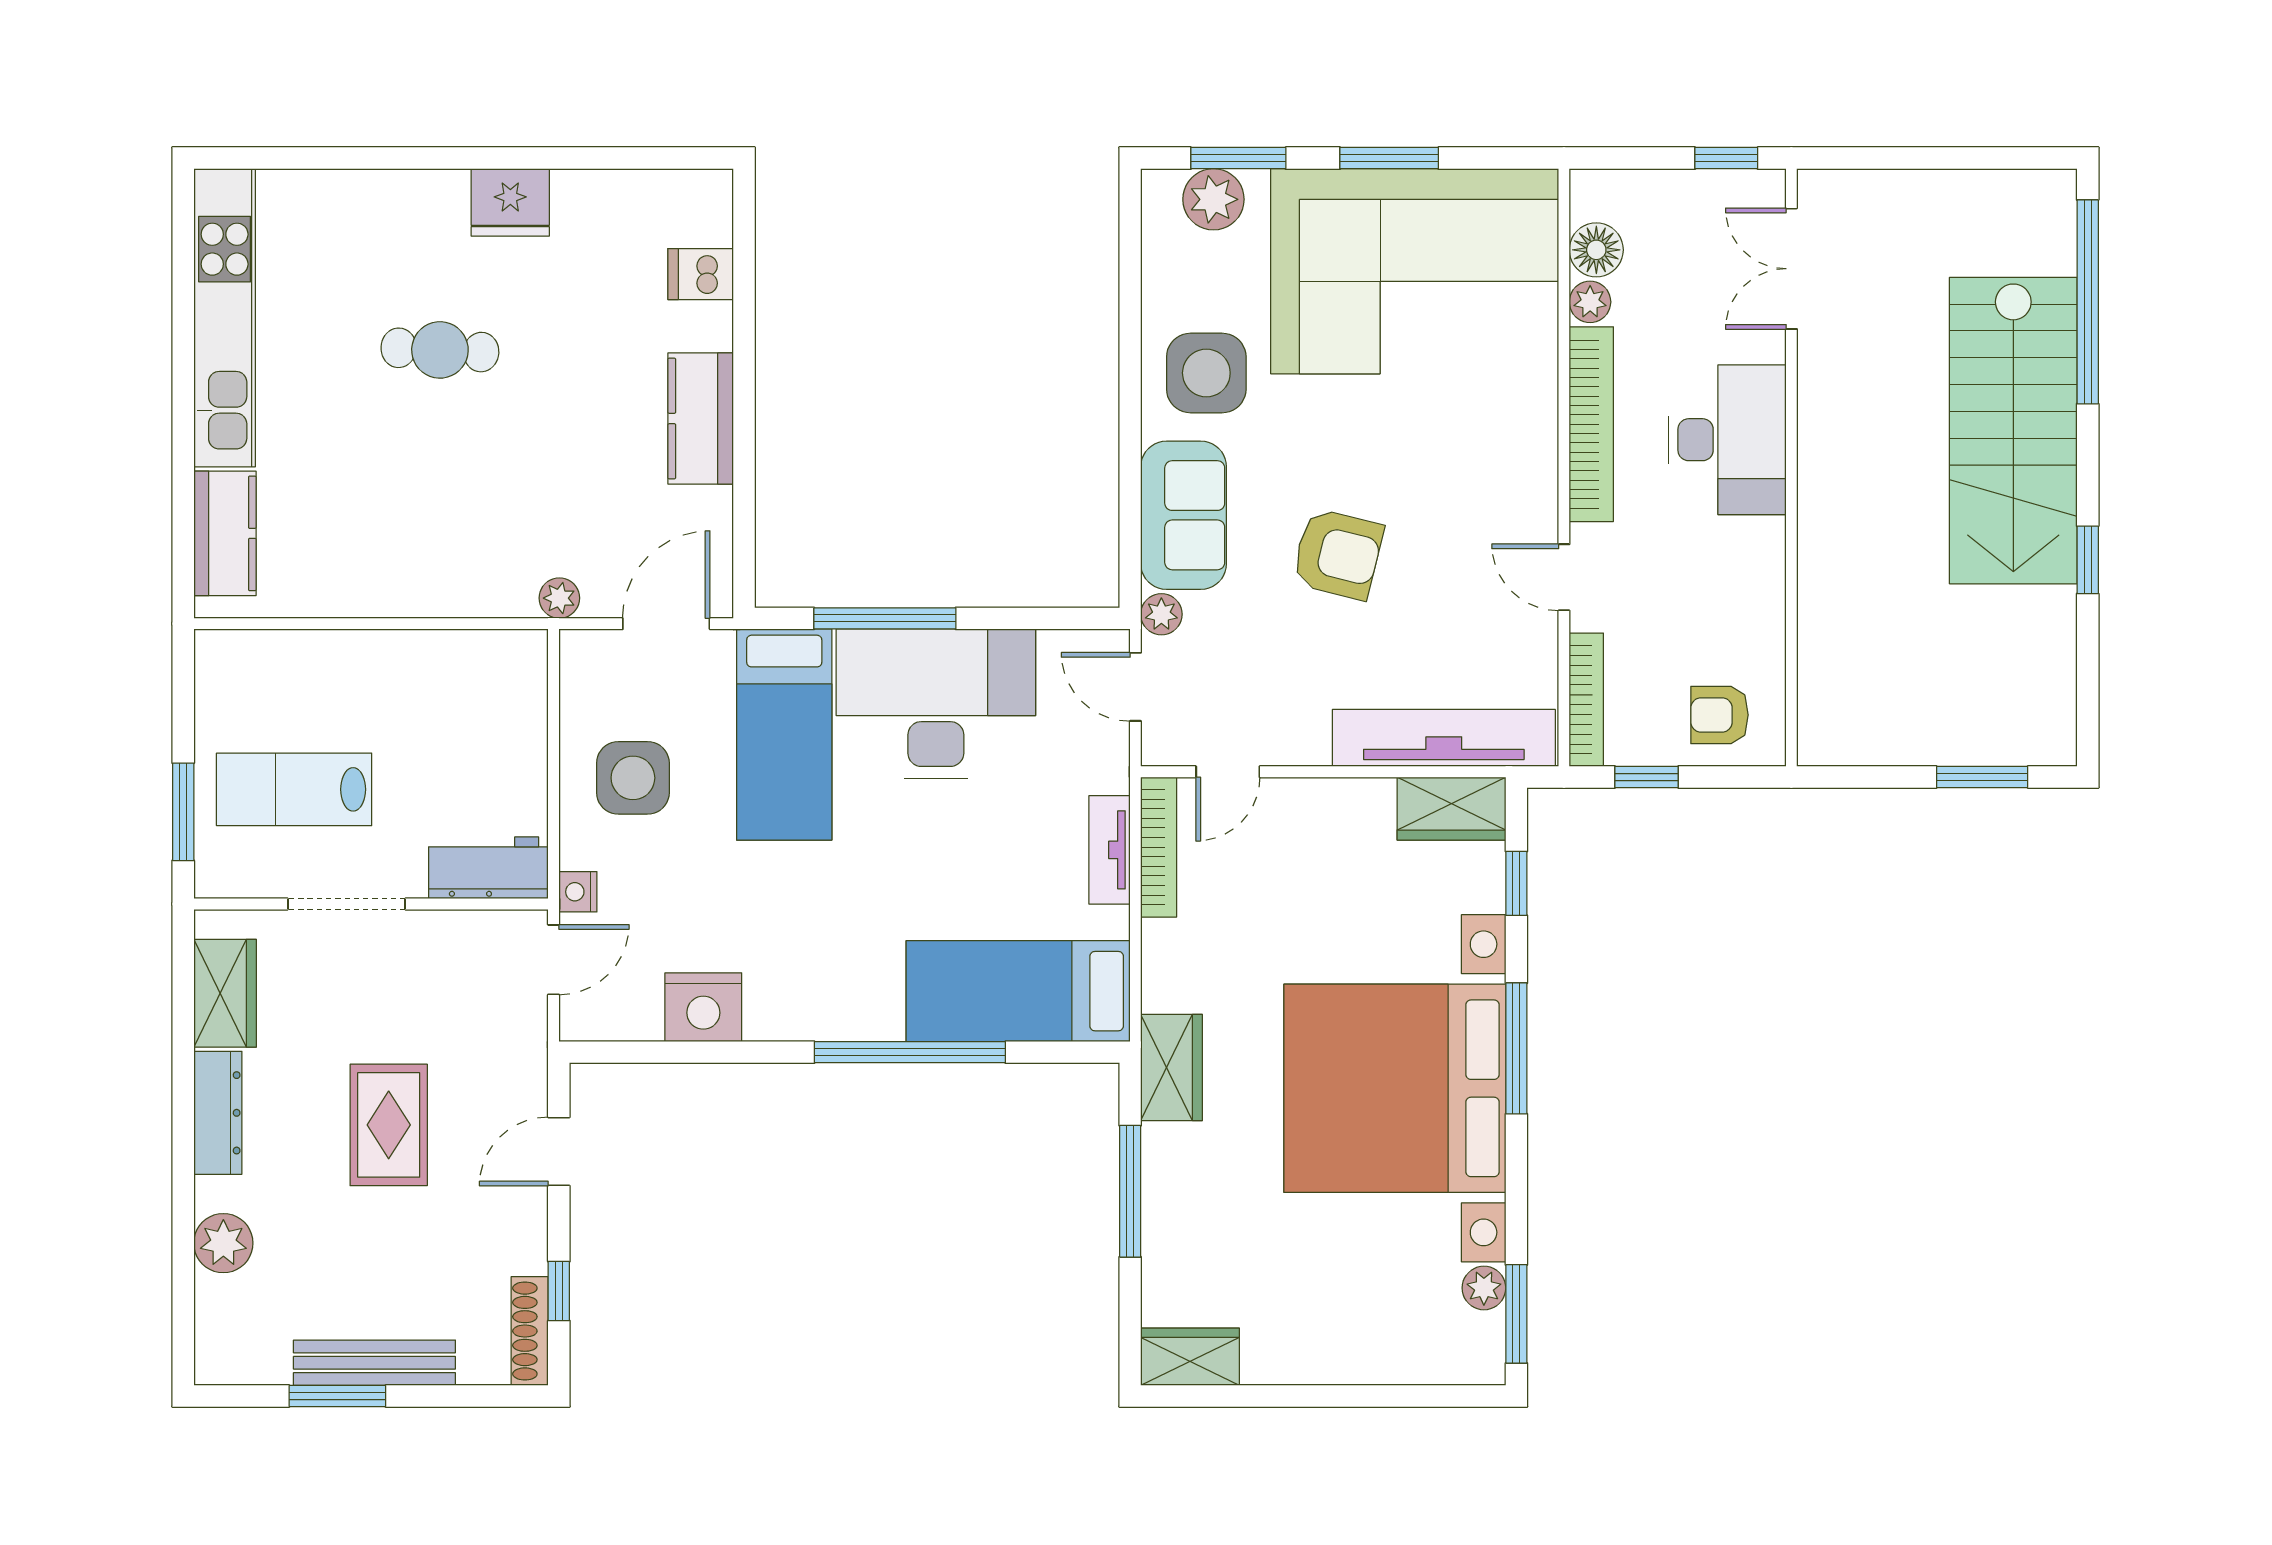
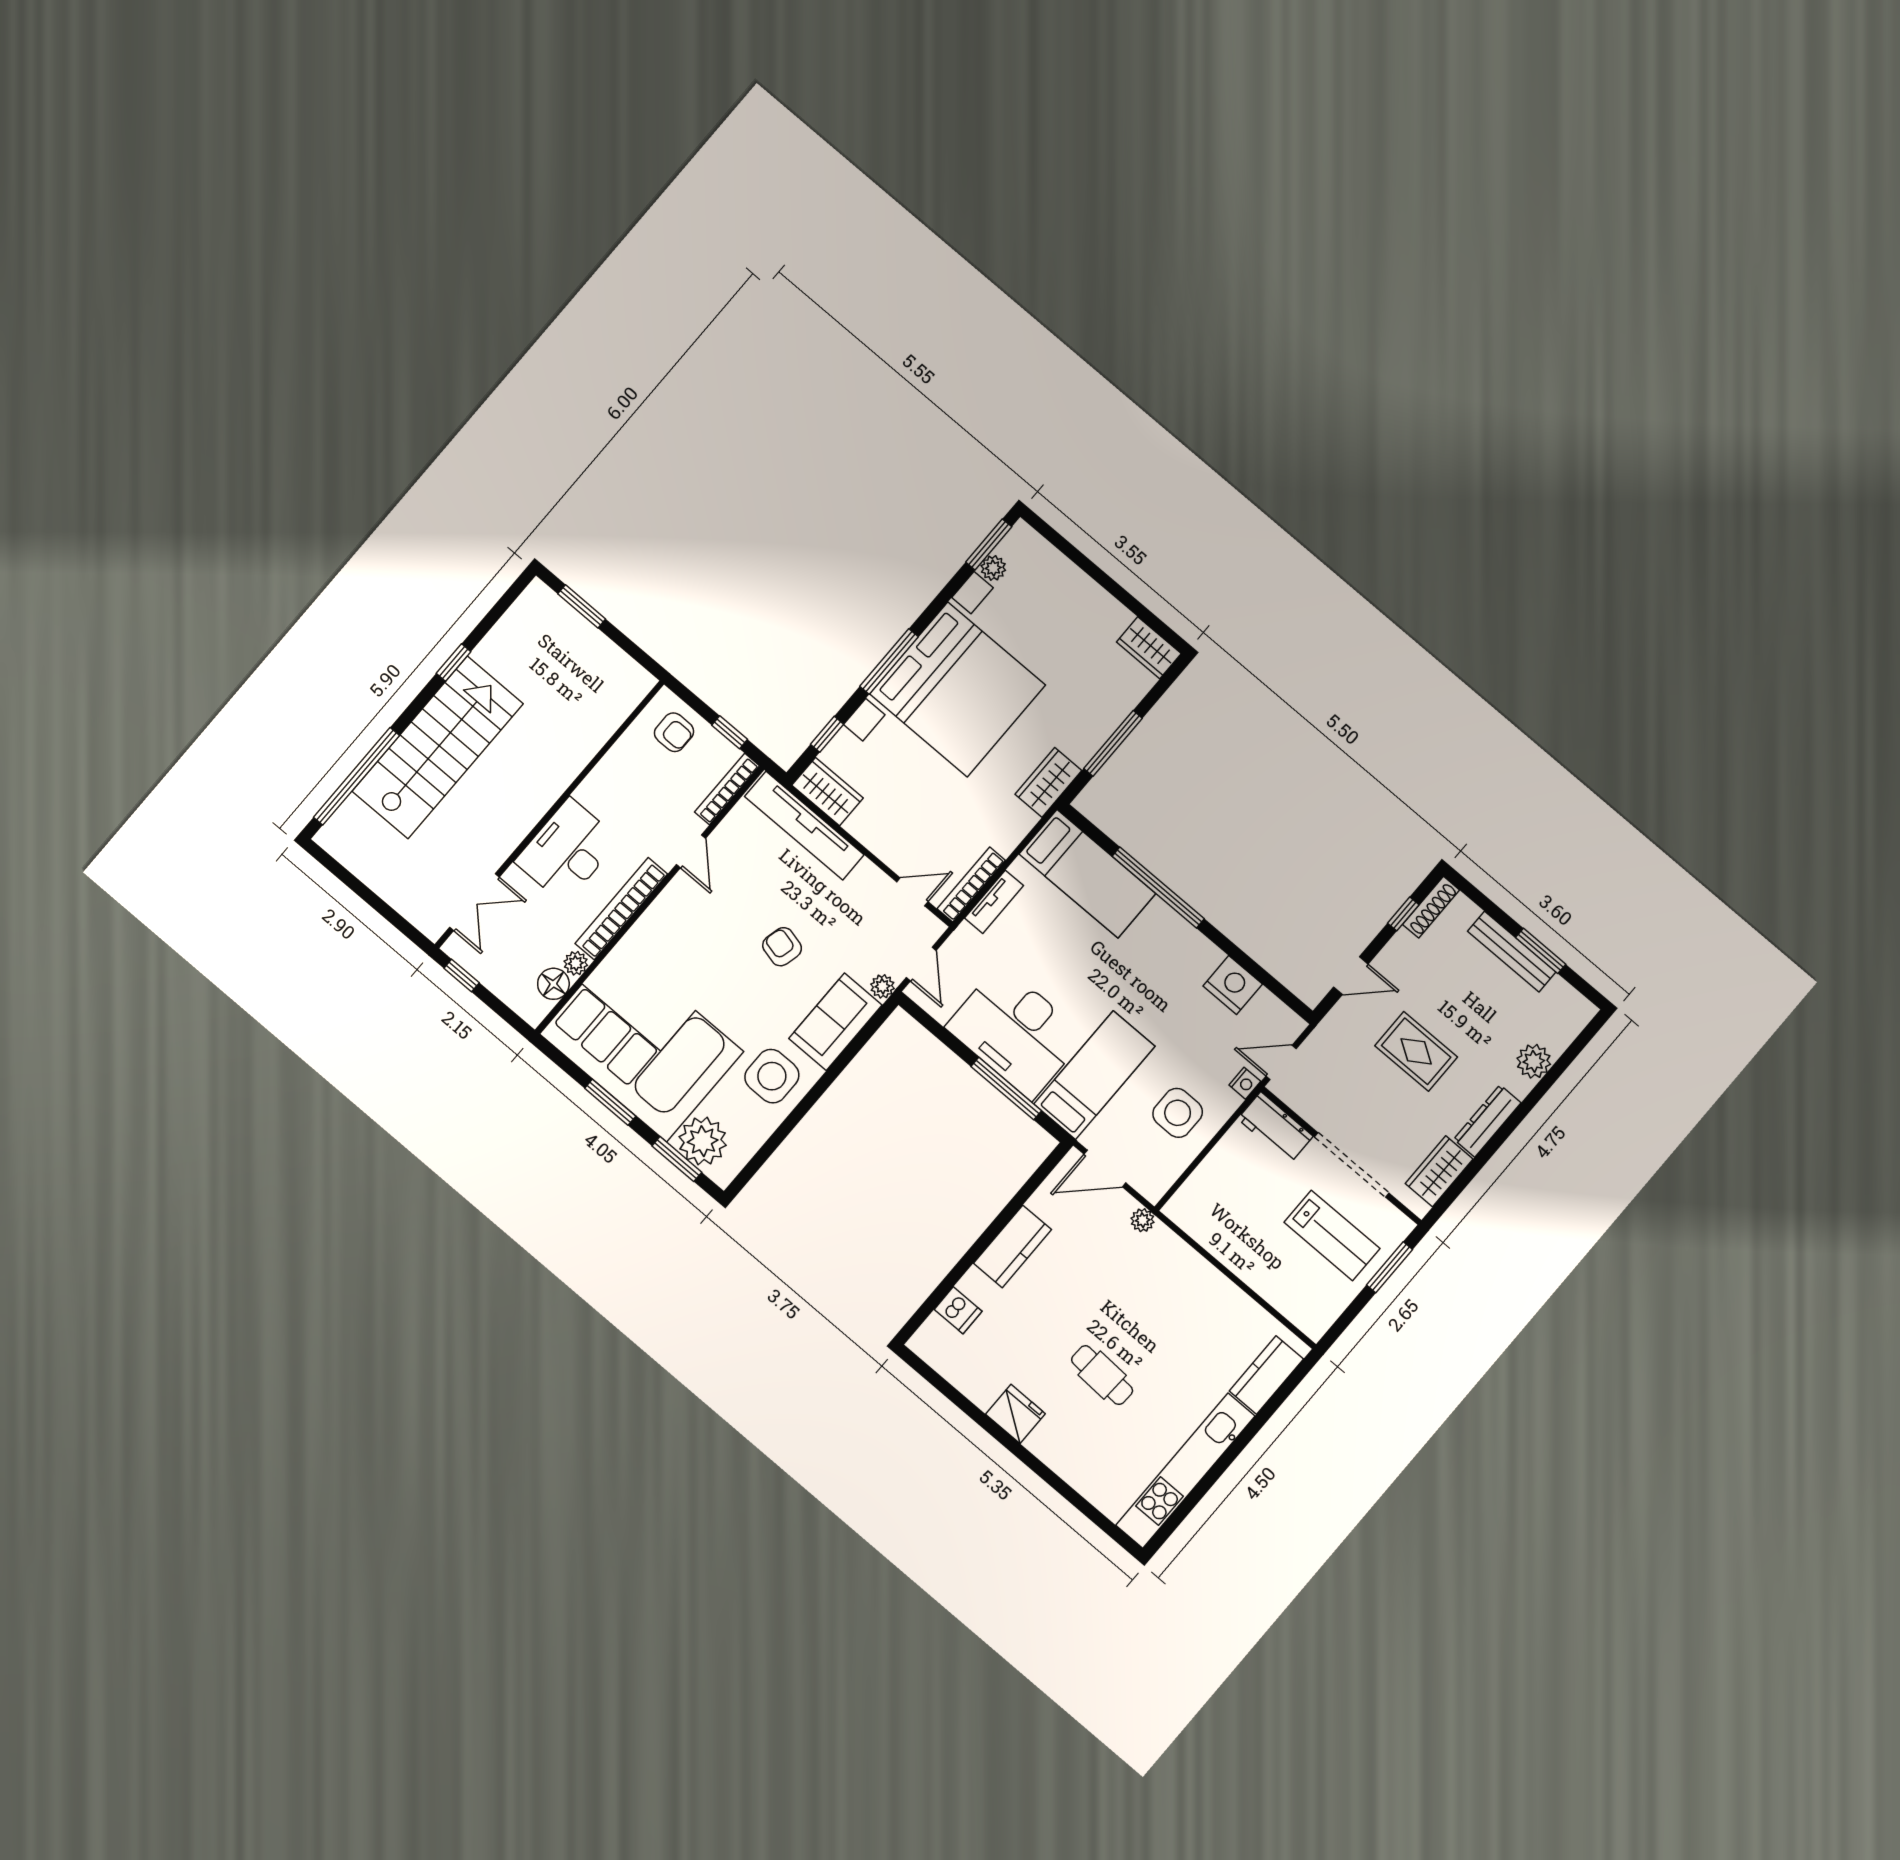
plant: (1213, 199) -> (703, 1141), width x1.36, depth x1.36
armchair: (1338, 554) -> (782, 947), width x0.72, depth x0.72
doorway: (347, 904) -> (1352, 1165), width x1.36
rug: (389, 1125) -> (1416, 1051), turned 90

